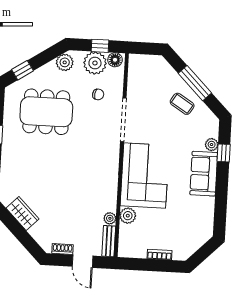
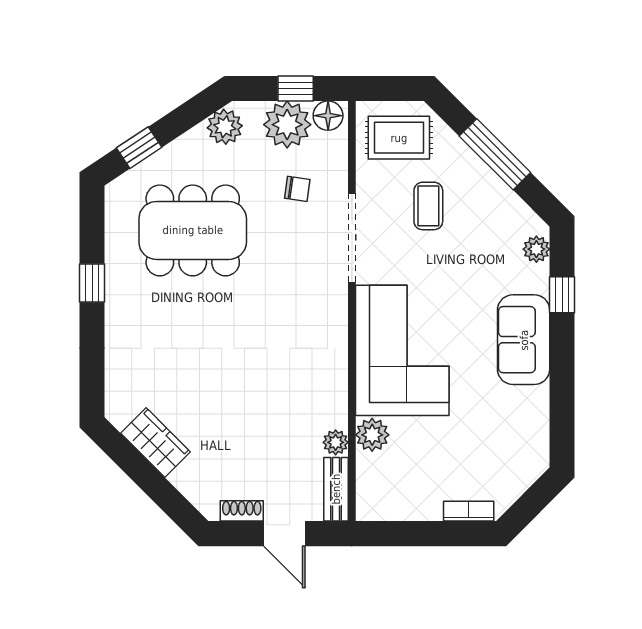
rug: (149, 72) -> (399, 138), added
coffee table: (182, 104) -> (428, 206), moved, turned 58
plant: (212, 145) -> (536, 249), moved
bookcase: (159, 255) -> (469, 511), moved

